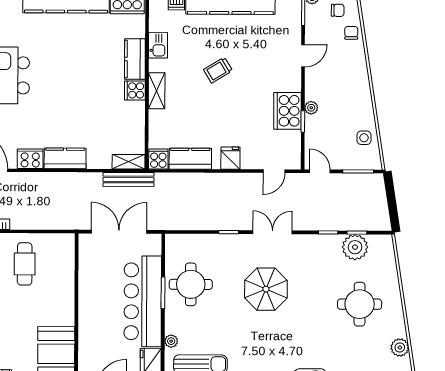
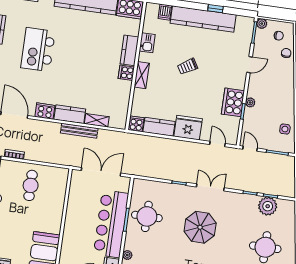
fridge: (230, 158) -> (188, 128), width x1.88, depth x1.34
shelving: (129, 162) -> (97, 120), moved
door: (274, 171) -> (217, 144), swing flipped
bench: (128, 179) -> (79, 131), moved

